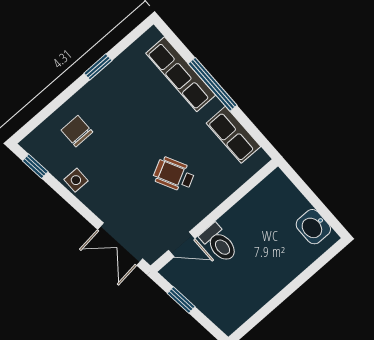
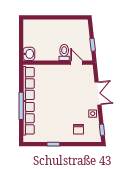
row of seats: (233, 135) -> (29, 84), width x1.48
wheelchair: (174, 174) -> (59, 88), removed
washbasin: (313, 227) -> (29, 54), moved
double door: (120, 244) -> (98, 93), moved

